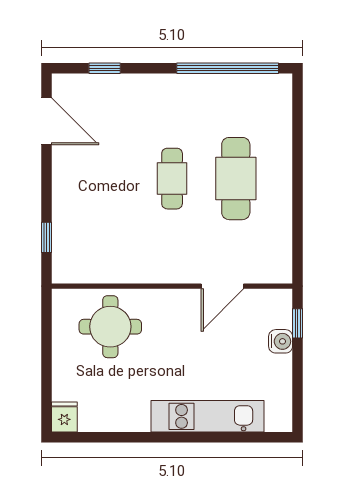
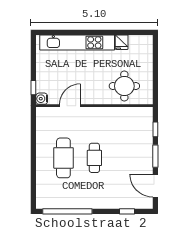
window: (46, 182) -> (155, 156), added
water cooler: (281, 341) -> (42, 99), moved
kitchen unit: (207, 416) -> (77, 43), width x1.36
fridge: (64, 417) -> (122, 42), moved

